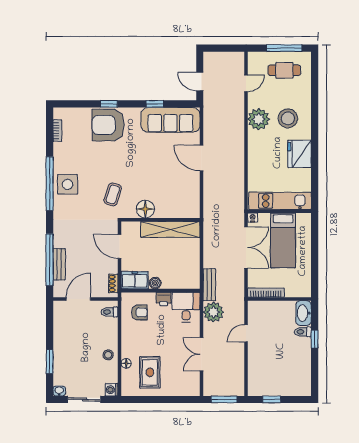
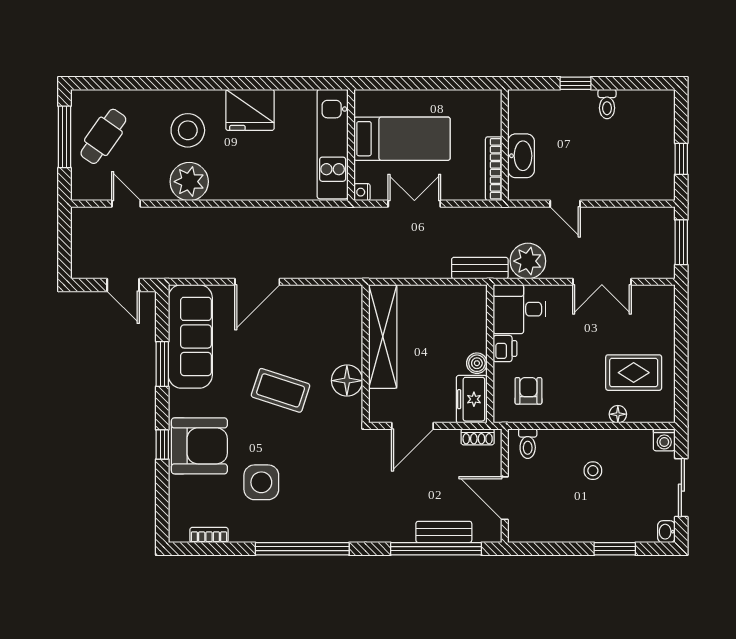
cafe table: (284, 70) -> (103, 136), turned 35
door: (200, 82) -> (123, 285), hinge flipped
window: (155, 104) -> (162, 364), width x1.50
armchair: (108, 125) -> (199, 446), turned -90
side table: (67, 184) -> (261, 482), moved
coffee table: (113, 194) -> (281, 390), moved, width x1.36, depth x1.30
double door: (246, 247) -> (414, 204), width x0.73
washbasin: (304, 313) -> (521, 156), moved, turned -90
toilet: (303, 332) -> (607, 104), moved
stool: (108, 355) -> (593, 471), moved

